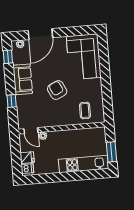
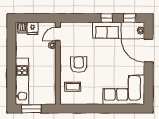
armchair: (57, 90) -> (79, 65), moved, turned -65
window: (12, 101) -> (107, 18), moved

